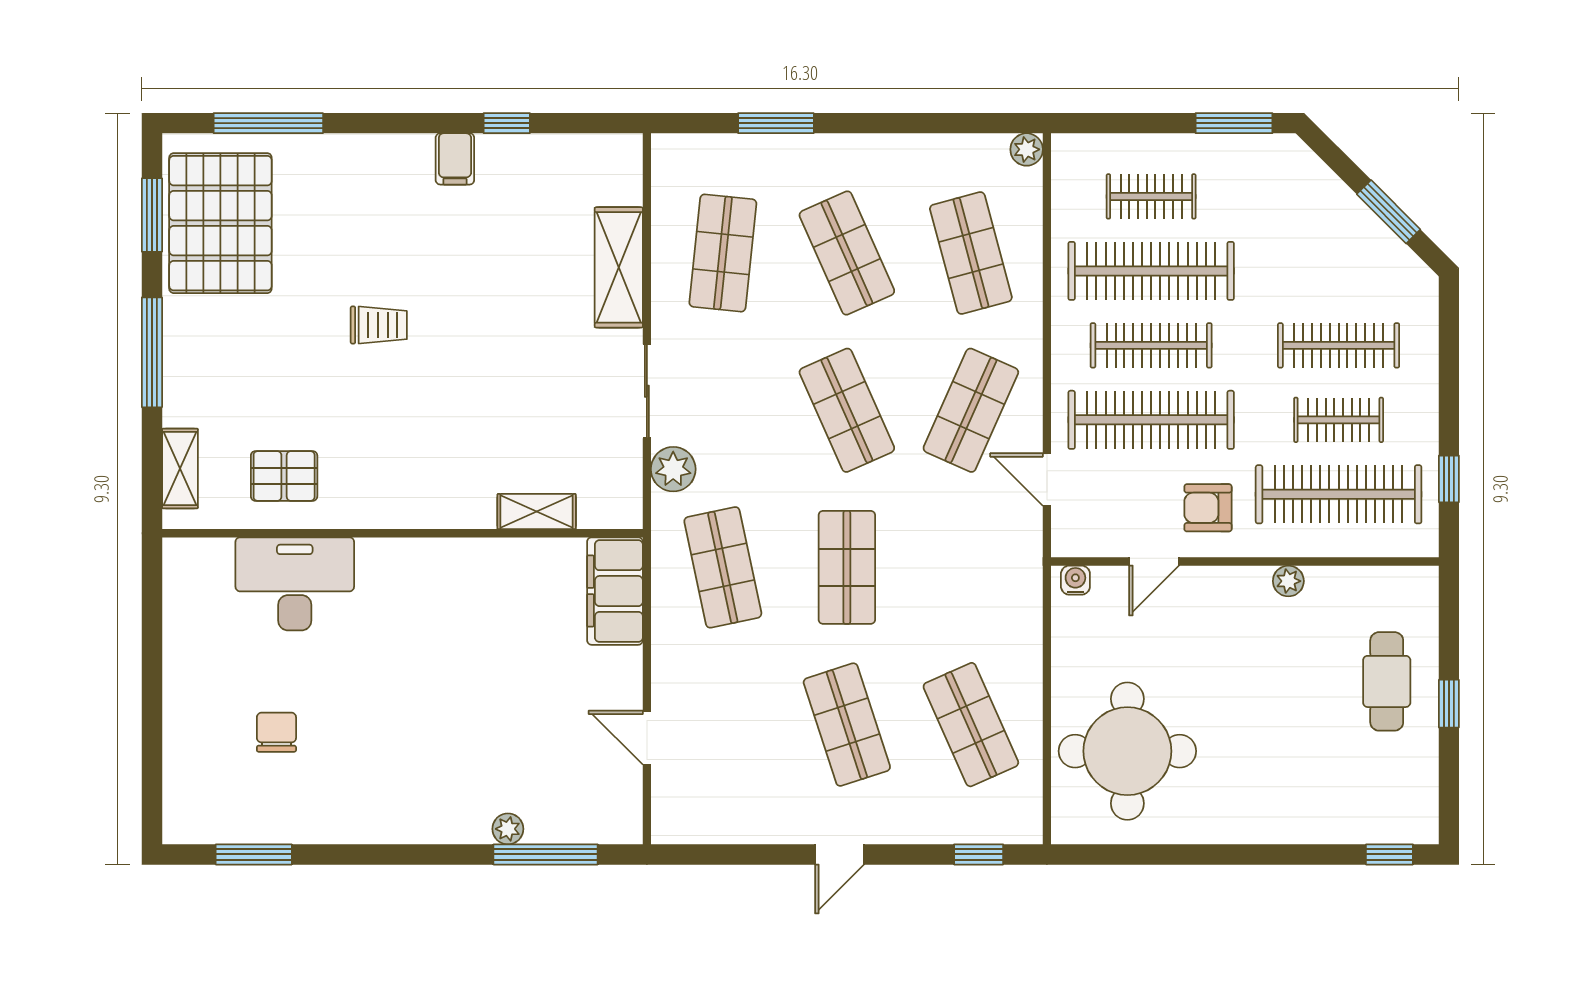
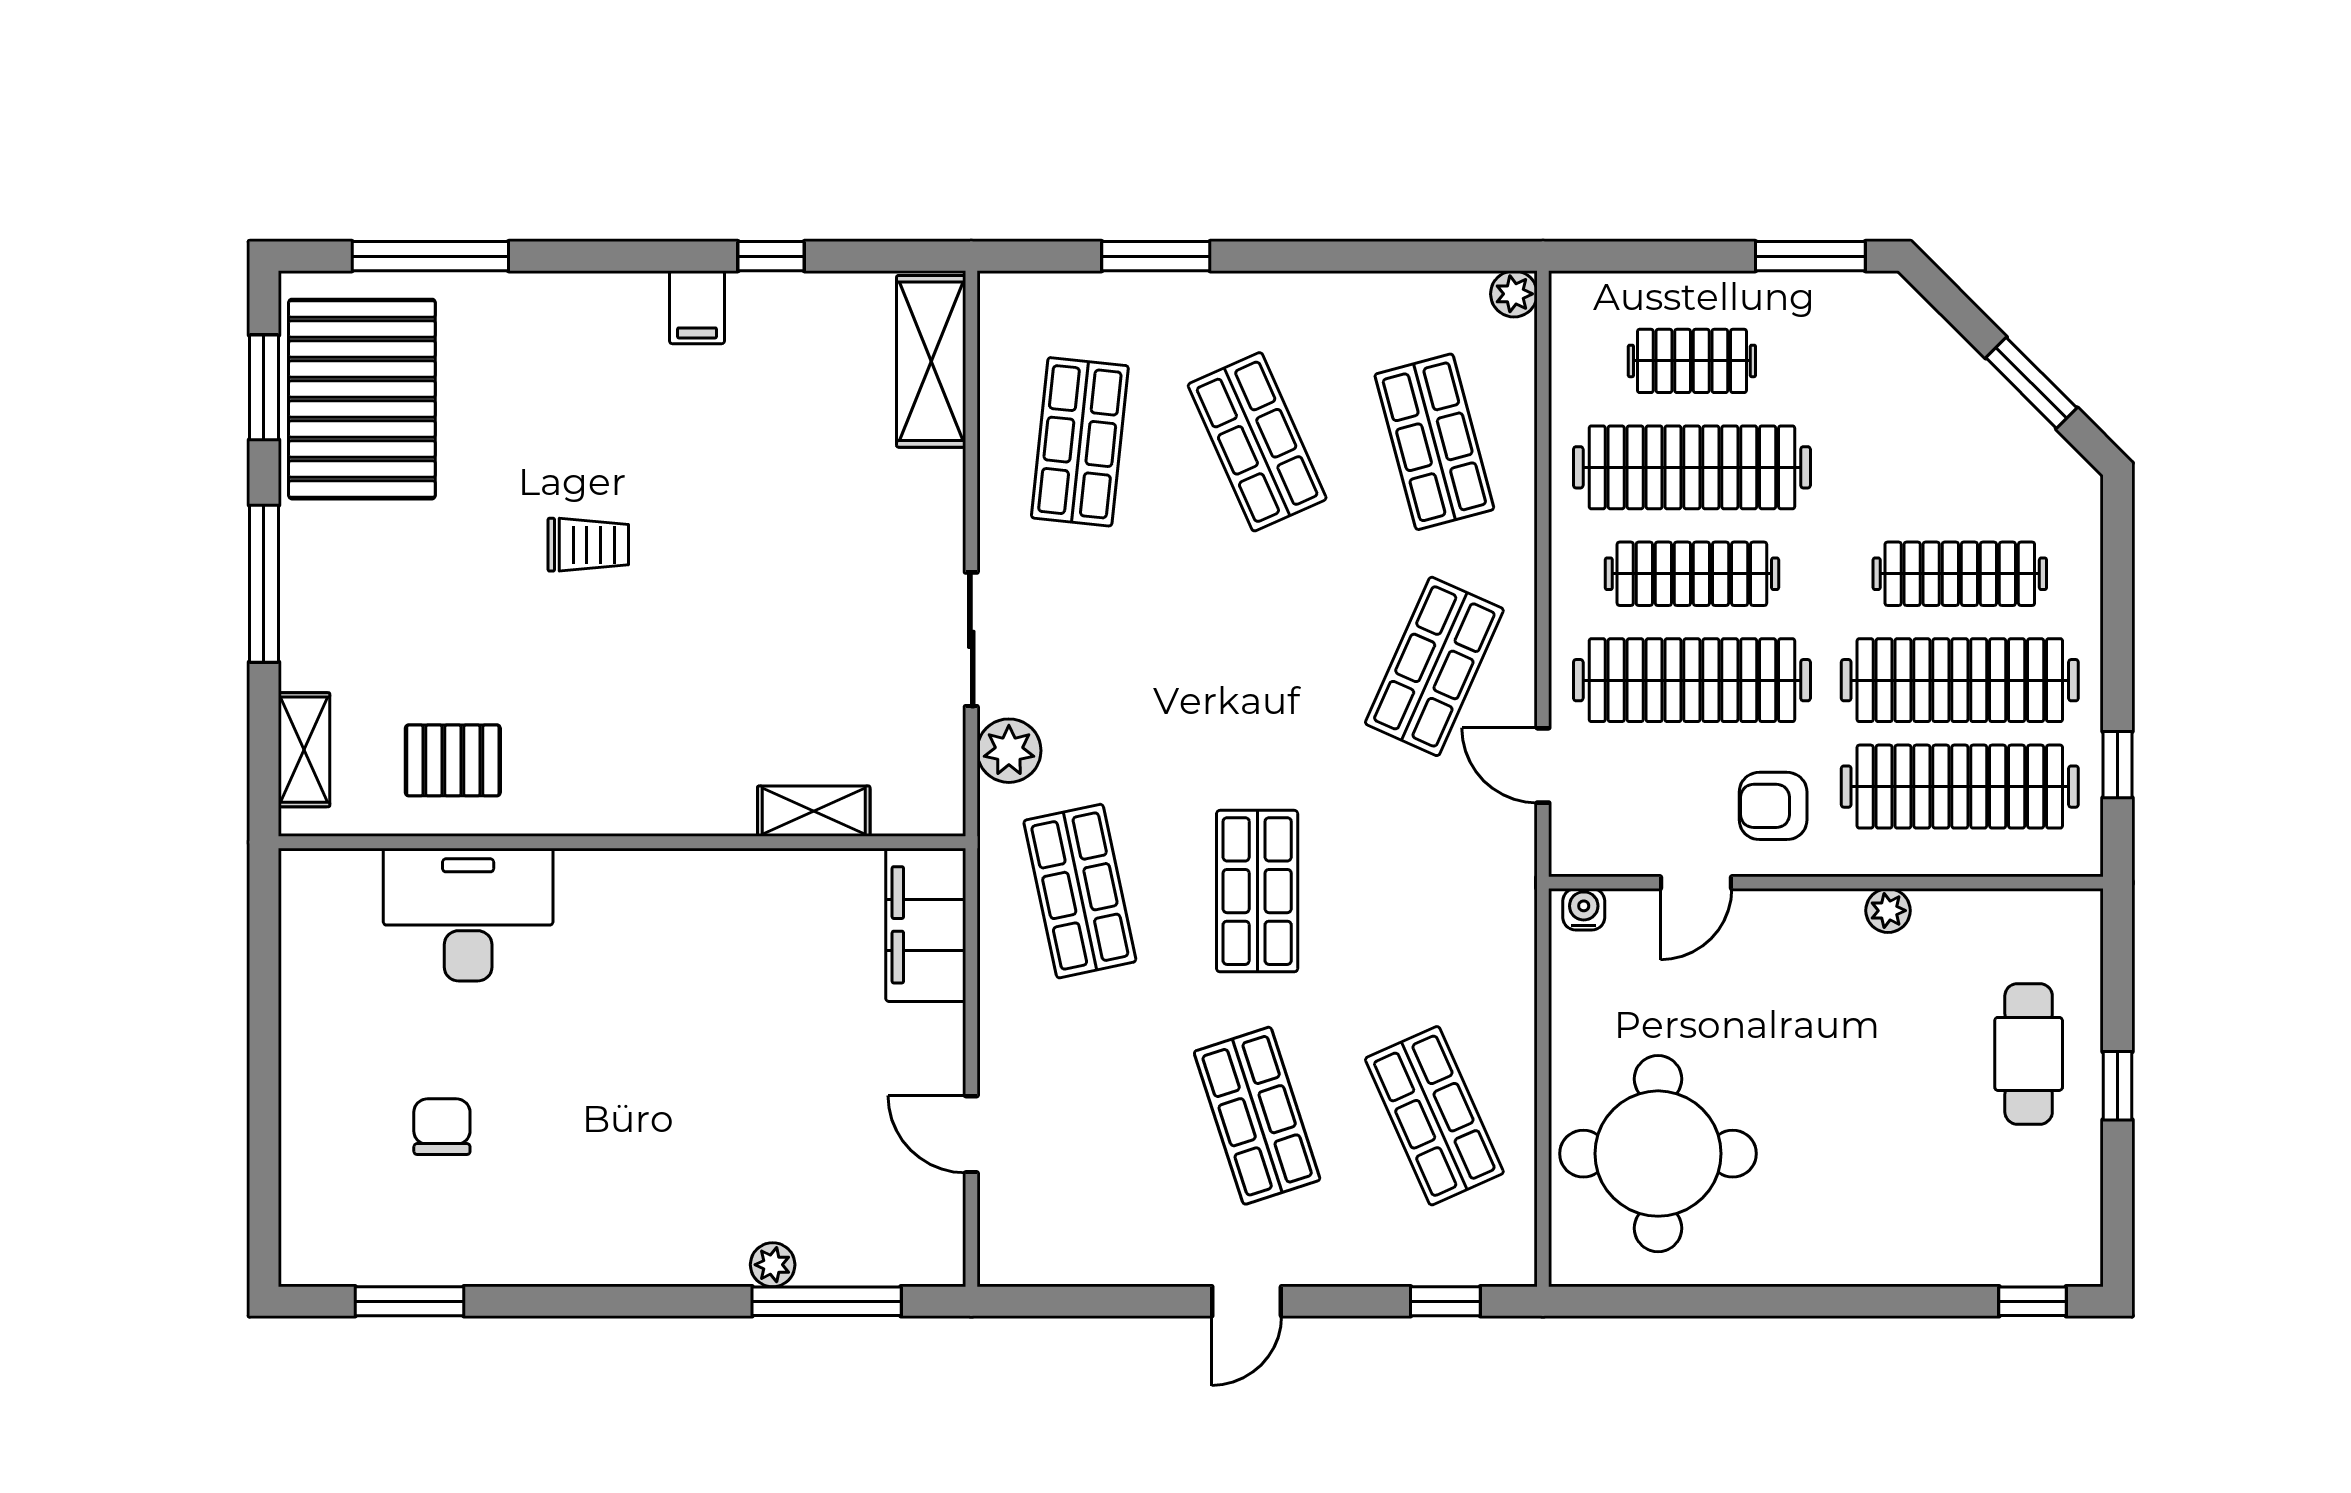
shelving: (619, 267) -> (931, 361), moved
shop shelf: (847, 410) -> (1257, 666), removed
clothes rail: (1339, 420) -> (1960, 680), width x1.86, depth x1.31

